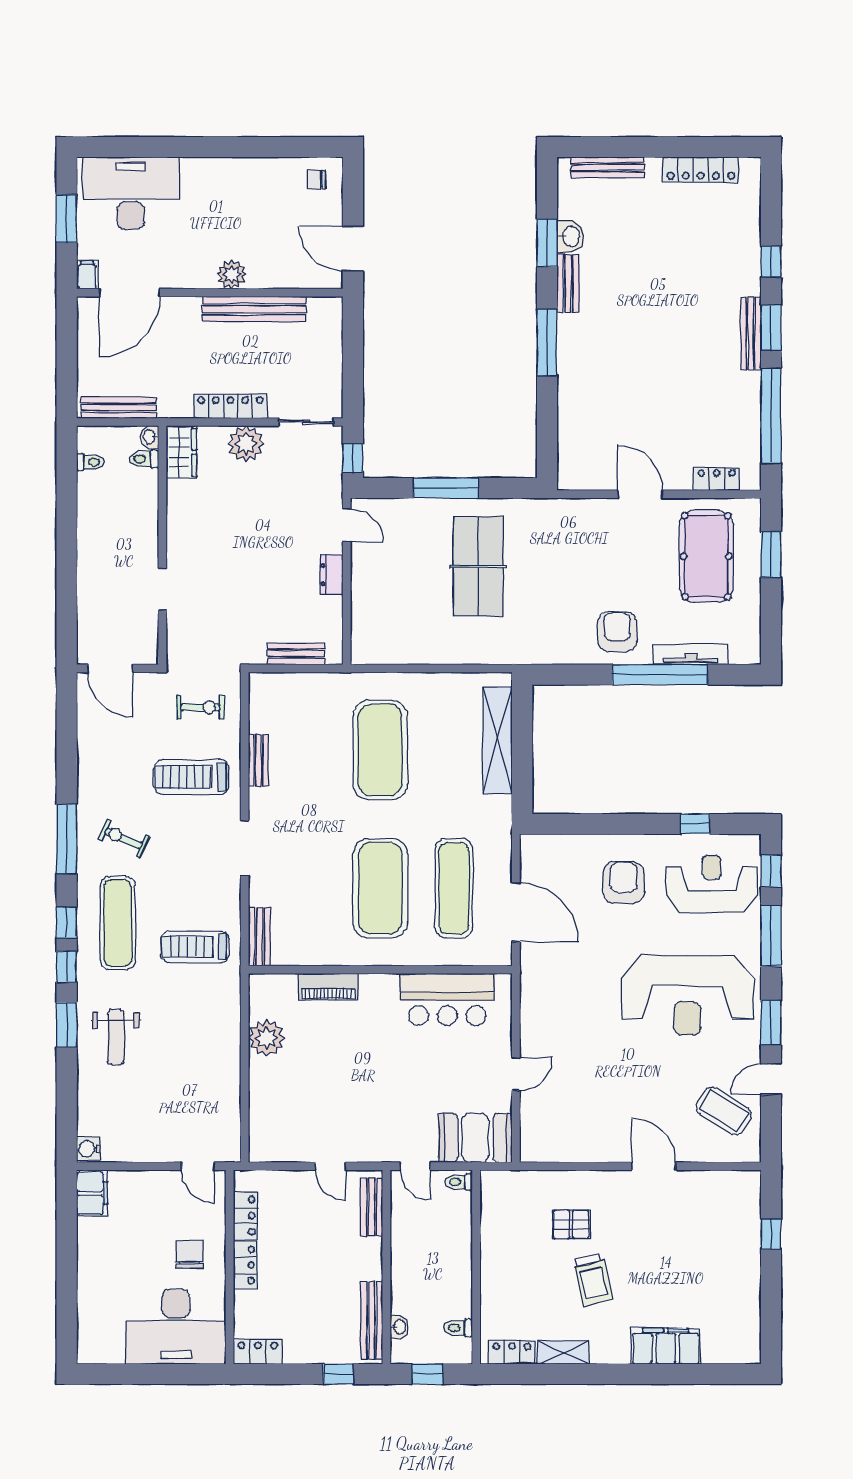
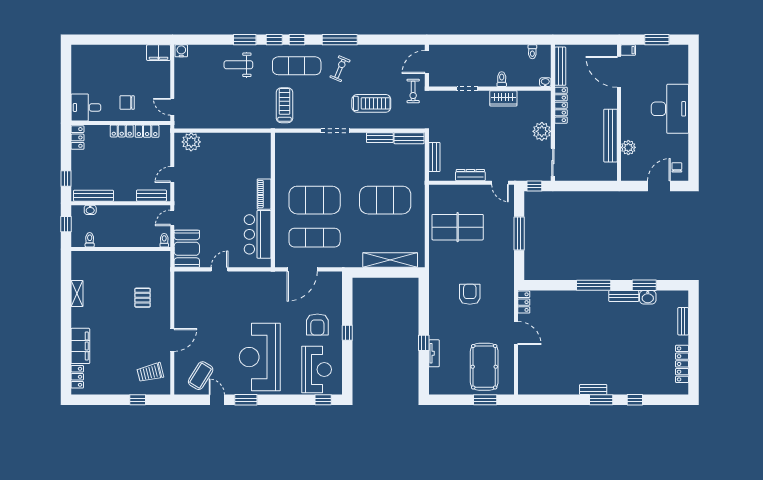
bench: (608, 167) -> (683, 321), width x0.73
desk: (131, 193) -> (670, 109), moved
door: (353, 249) -> (659, 186), moved
plant: (232, 274) -> (628, 147), moved
bench: (751, 334) -> (593, 390), width x0.73
locker: (231, 406) -> (561, 105), moved
window: (771, 416) -> (556, 400), removed
wardrobe: (181, 452) -> (503, 98), moved
toilet: (144, 459) -> (502, 79), moved
locker: (717, 479) -> (524, 302), moved
door: (640, 494) -> (516, 333), hinge flipped
door: (347, 525) -> (500, 183), hinge flipped
pool table: (706, 556) -> (484, 367), turned 90
table tennis table: (478, 566) -> (458, 227), moved
dresser: (332, 575) -> (470, 175), width x1.44
armchair: (617, 632) -> (470, 294), moved, turned -90
tv unit: (691, 655) -> (434, 353), width x0.71
window: (660, 675) -> (424, 343), width x0.32
exercise bike: (200, 707) -> (413, 91), moved
treadmill: (191, 777) -> (371, 103), turned 90
window: (695, 824) -> (347, 333), moved
armchair: (624, 883) -> (317, 324), turned 90
window: (771, 936) -> (290, 400), removed
bench: (259, 937) -> (409, 138), moved
piano: (328, 987) -> (264, 194), moved
plant: (267, 1038) -> (191, 142), moved
door: (516, 1074) -> (219, 269), swing flipped
door: (198, 1166) -> (172, 107), hinge flipped
chair: (190, 1255) -> (127, 103), turned 180
trolley: (593, 1280) -> (150, 373), moved
desk: (176, 1327) -> (86, 107), width x0.53, depth x0.77
locker: (512, 1352) -> (77, 377), moved

